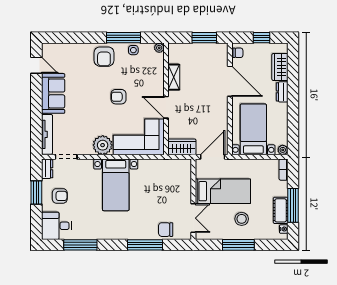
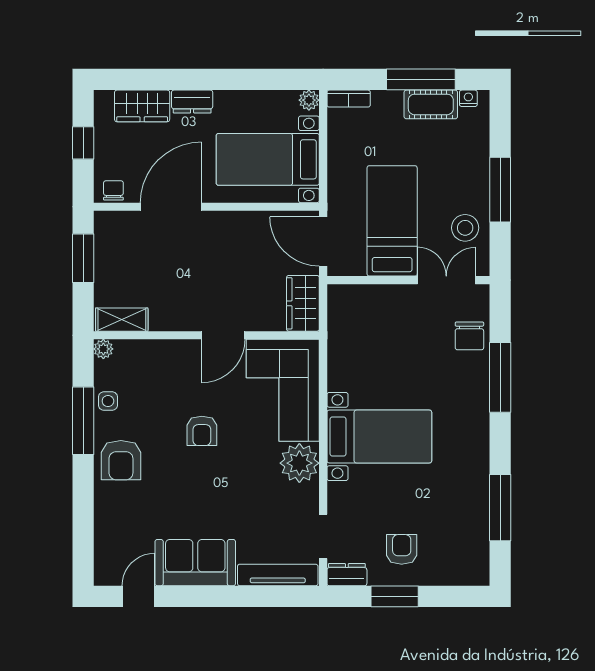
armchair: (104, 57) -> (121, 460), turned 90
shelving: (174, 77) -> (122, 320), moved
stool: (242, 219) -> (465, 228), moved
desk: (56, 226) -> (462, 556), removed

